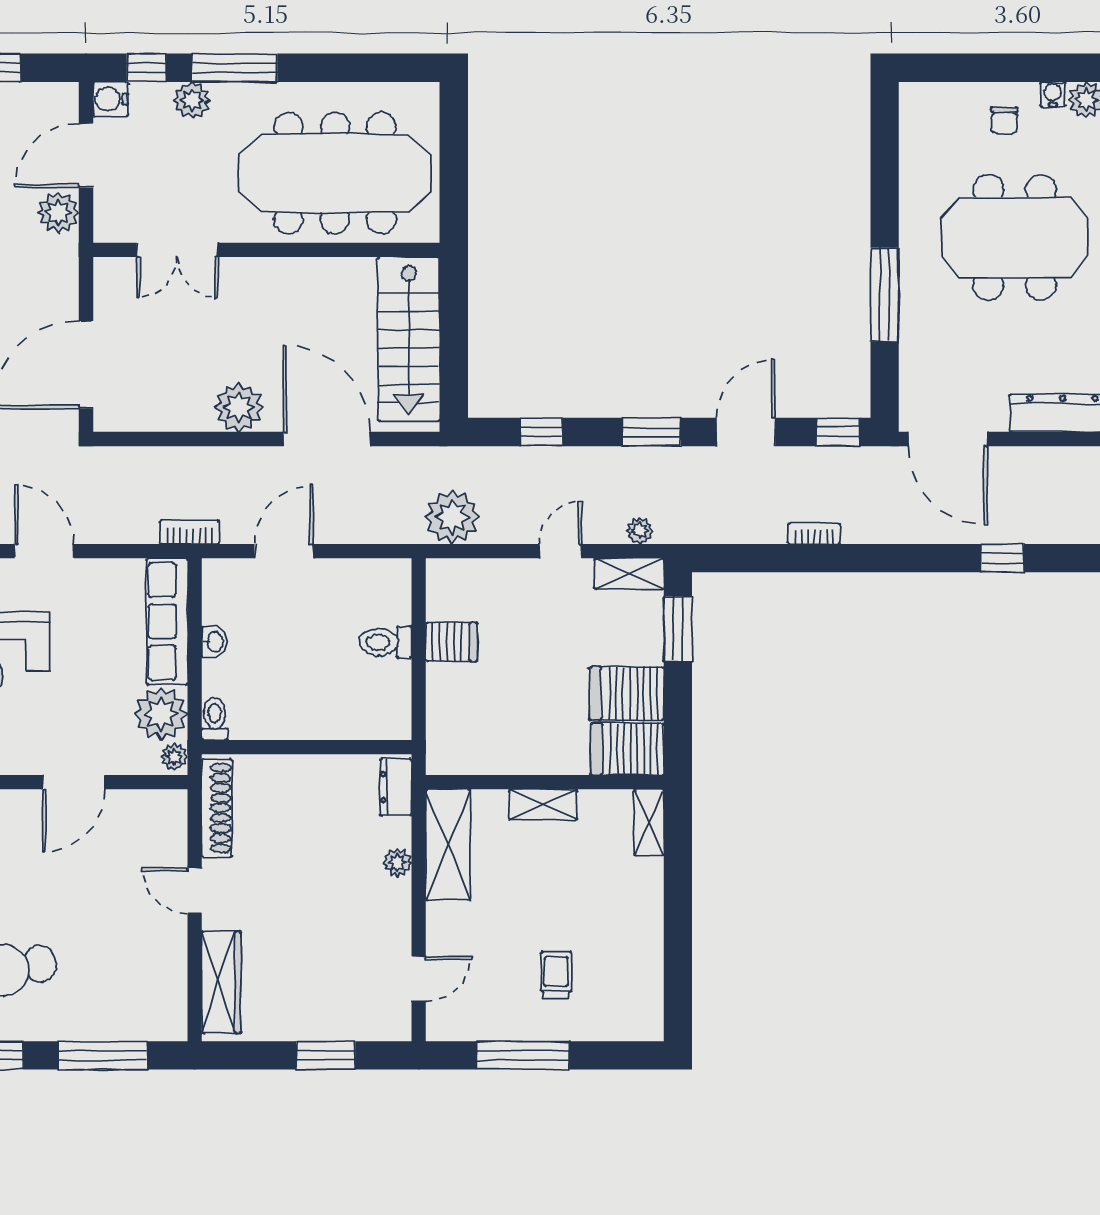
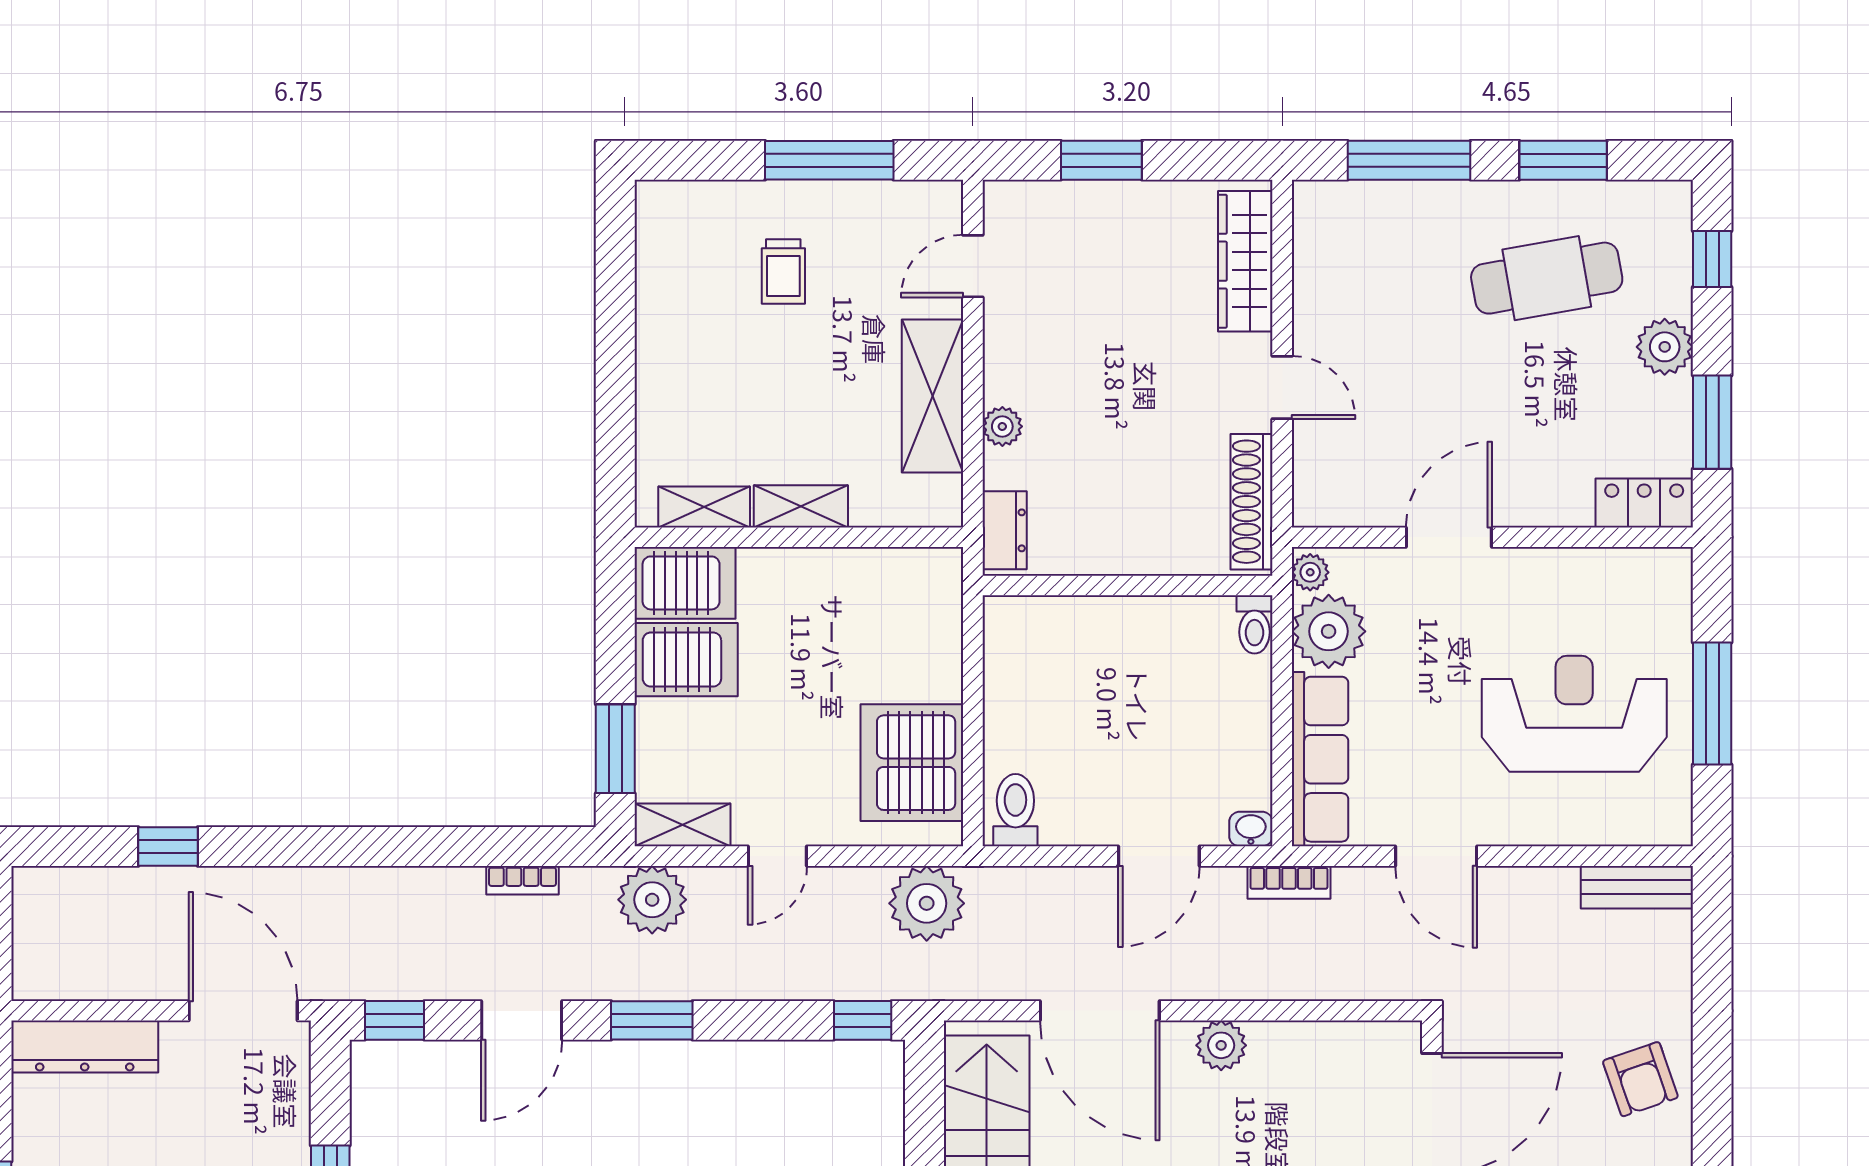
plant: (239, 407) -> (1221, 1045), width x0.73, depth x0.73
window: (541, 432) -> (863, 1020), moved
plant: (640, 531) -> (652, 900), width x1.87, depth x1.87
bookcase: (814, 534) -> (522, 880), moved
door: (44, 551) -> (1436, 856), moved
washbasin: (214, 642) -> (1251, 829), moved, turned 90
toilet: (385, 642) -> (1015, 810), moved, turned -90
server rack: (452, 642) -> (912, 763), width x2.18, depth x1.44
shelving: (649, 822) -> (704, 507), moved, turned 90
shelving: (448, 845) -> (933, 396), moved

